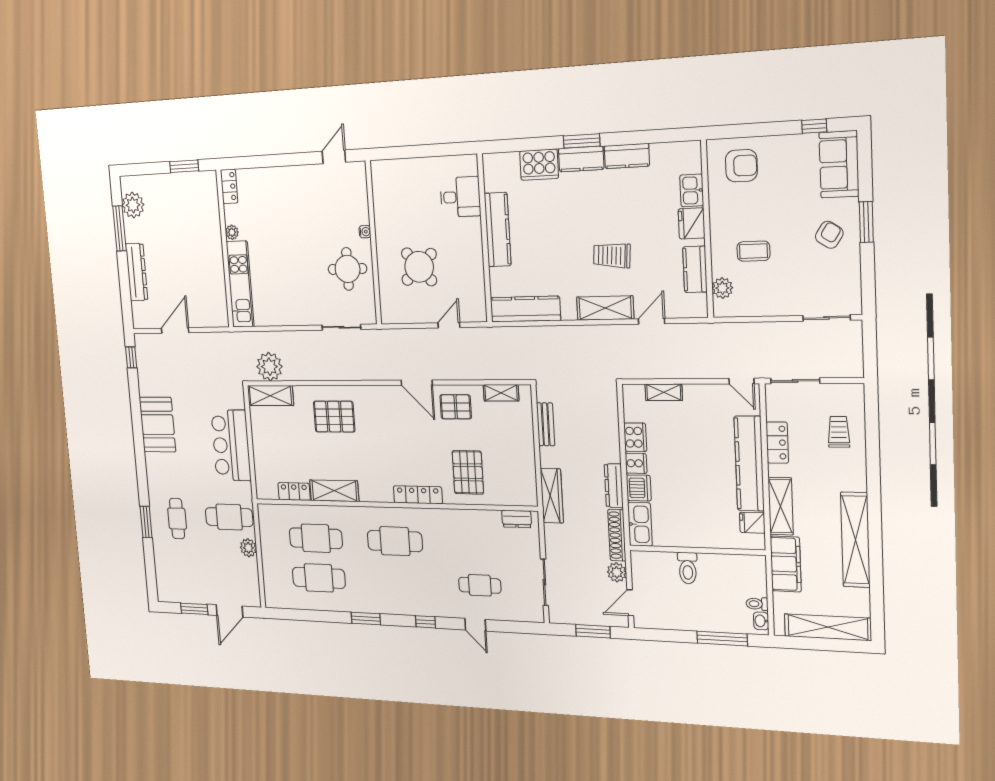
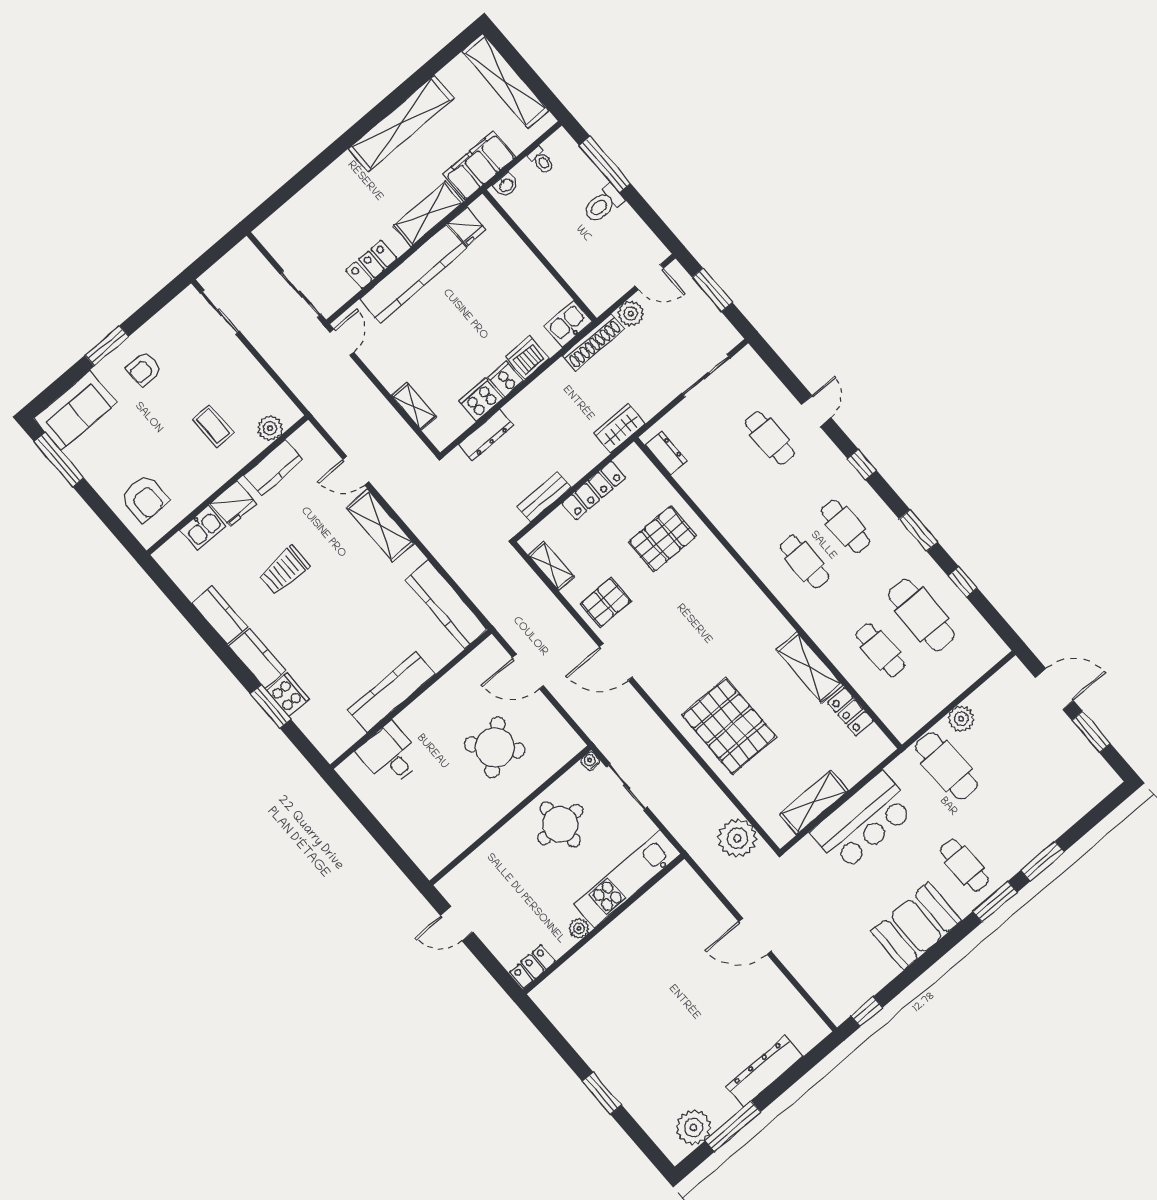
window: (814, 126) -> (59, 460), width x2.17
window: (582, 141) -> (271, 707), moved
cooker: (539, 165) -> (288, 695), width x0.73, depth x0.76
armchair: (741, 166) -> (145, 498), turned 180
locker: (229, 186) -> (532, 967), moved
plant: (232, 232) -> (579, 928), moved
water cooler: (365, 232) -> (590, 761), moved
armchair: (829, 235) -> (144, 369), turned -33
wall: (225, 249) -> (604, 924), moved
trolley: (612, 255) -> (284, 570), moved, turned 86
kitchen unit: (240, 284) -> (627, 879), moved
door: (449, 325) -> (528, 672), width x1.38
door: (175, 330) -> (755, 936), moved
door: (417, 383) -> (616, 662), swing flipped
shelving: (270, 396) -> (814, 802), moved, turned 90
pallet: (456, 407) -> (606, 602), turned 90
pallet: (334, 417) -> (729, 726), width x1.37, depth x1.41
trolley: (839, 432) -> (314, 218), removed
window: (142, 478) -> (995, 902), added
dresser: (614, 486) -> (486, 435), moved
locker: (418, 495) -> (594, 490), moved, turned -90
wardrobe: (552, 496) -> (619, 428), width x0.67
cafe table: (177, 519) -> (965, 865), moved, turned 90
kitchen sink: (640, 524) -> (568, 324), width x0.73
cafe table: (316, 538) -> (880, 650), width x0.73, depth x0.74
cafe table: (395, 541) -> (805, 562), width x0.73, depth x0.74
toilet: (688, 568) -> (603, 204), moved, turned 180
cafe table: (398, 581) -> (846, 526), added
window: (320, 616) -> (963, 582), added
washbasin: (761, 621) -> (506, 185), moved

